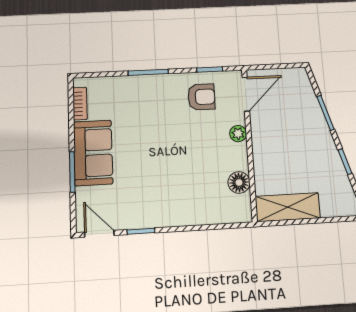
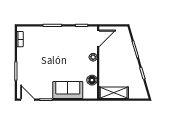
armchair: (201, 97) -> (77, 39), removed
sofa: (93, 153) -> (68, 90), moved, turned -90

